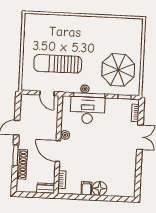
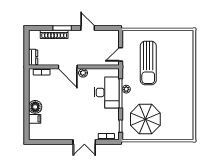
sun lounger: (58, 64) -> (148, 63), turned 180
door: (58, 151) -> (68, 67), swing flipped
filing cabinet: (86, 188) -> (35, 119), moved

